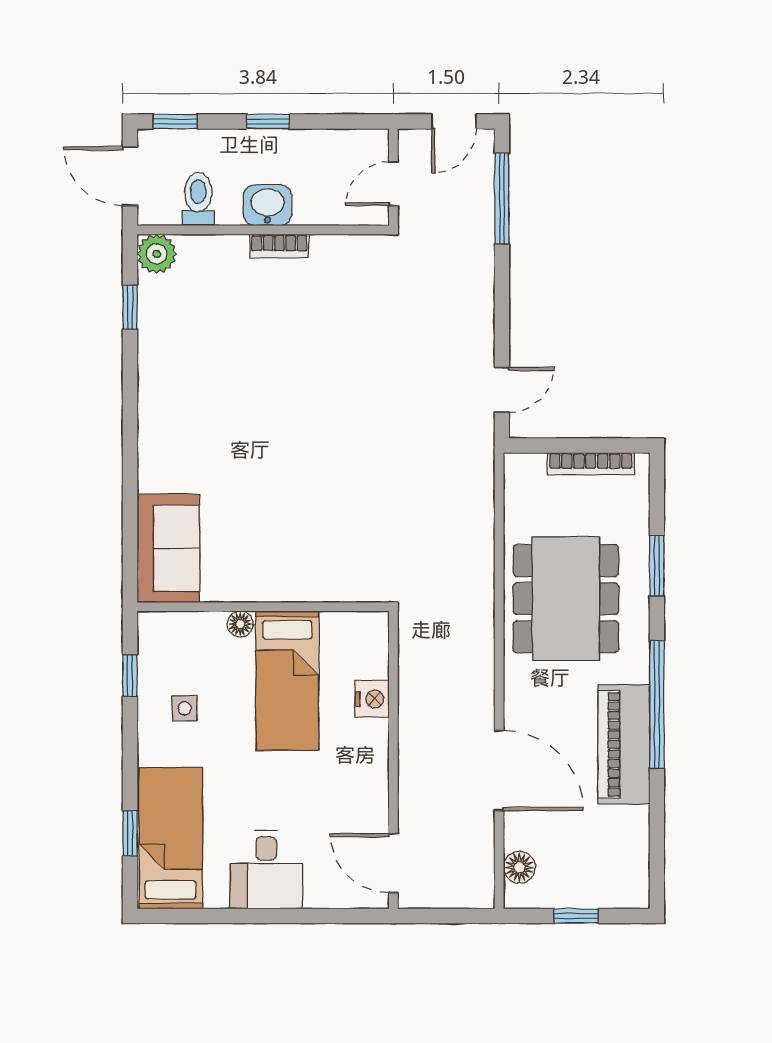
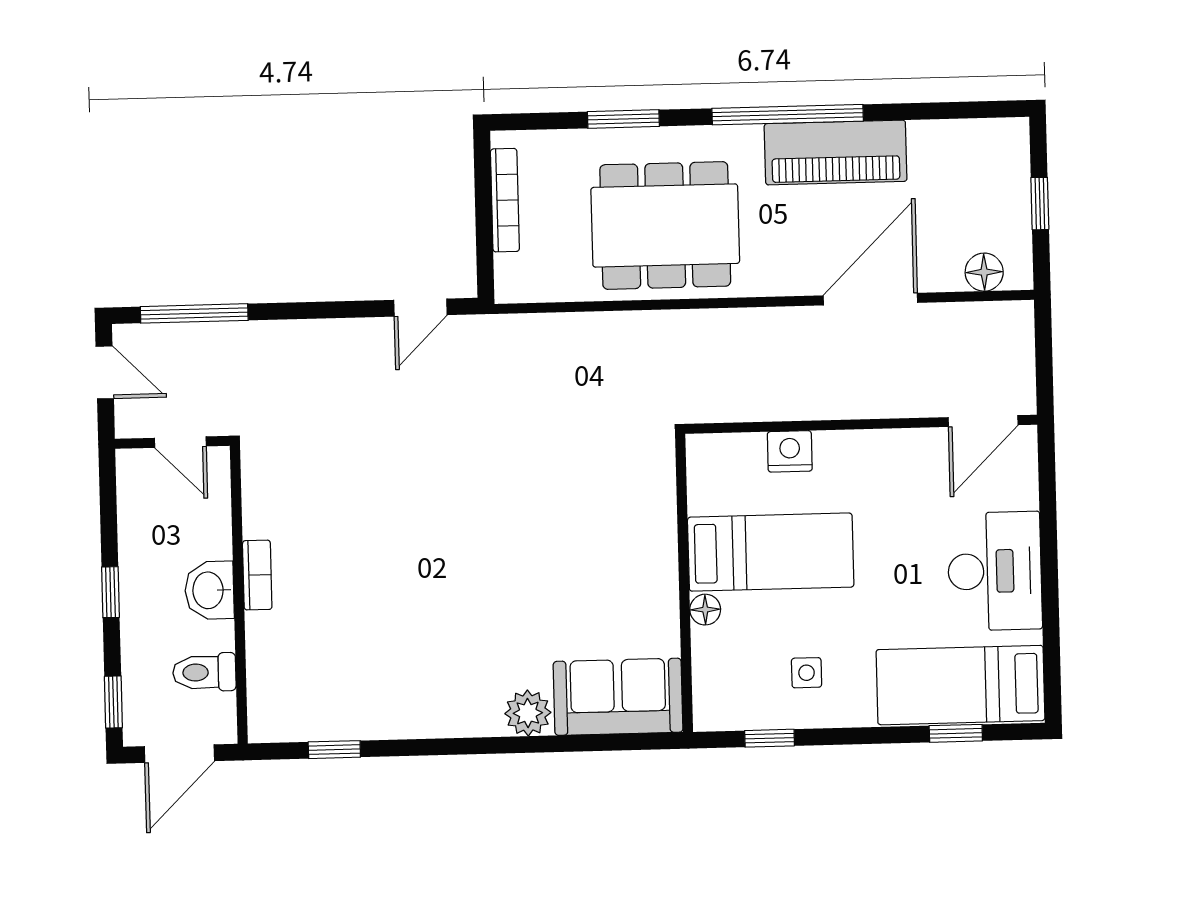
plant: (157, 254) -> (528, 713), moved
door: (502, 390) -> (420, 308), swing flipped
desk: (266, 870) -> (995, 571), width x1.37

